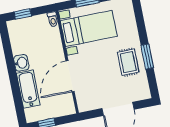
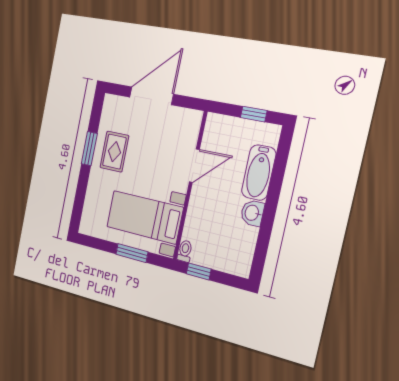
window: (23, 14) -> (199, 271), moved
door: (70, 76) -> (194, 166), width x0.73

